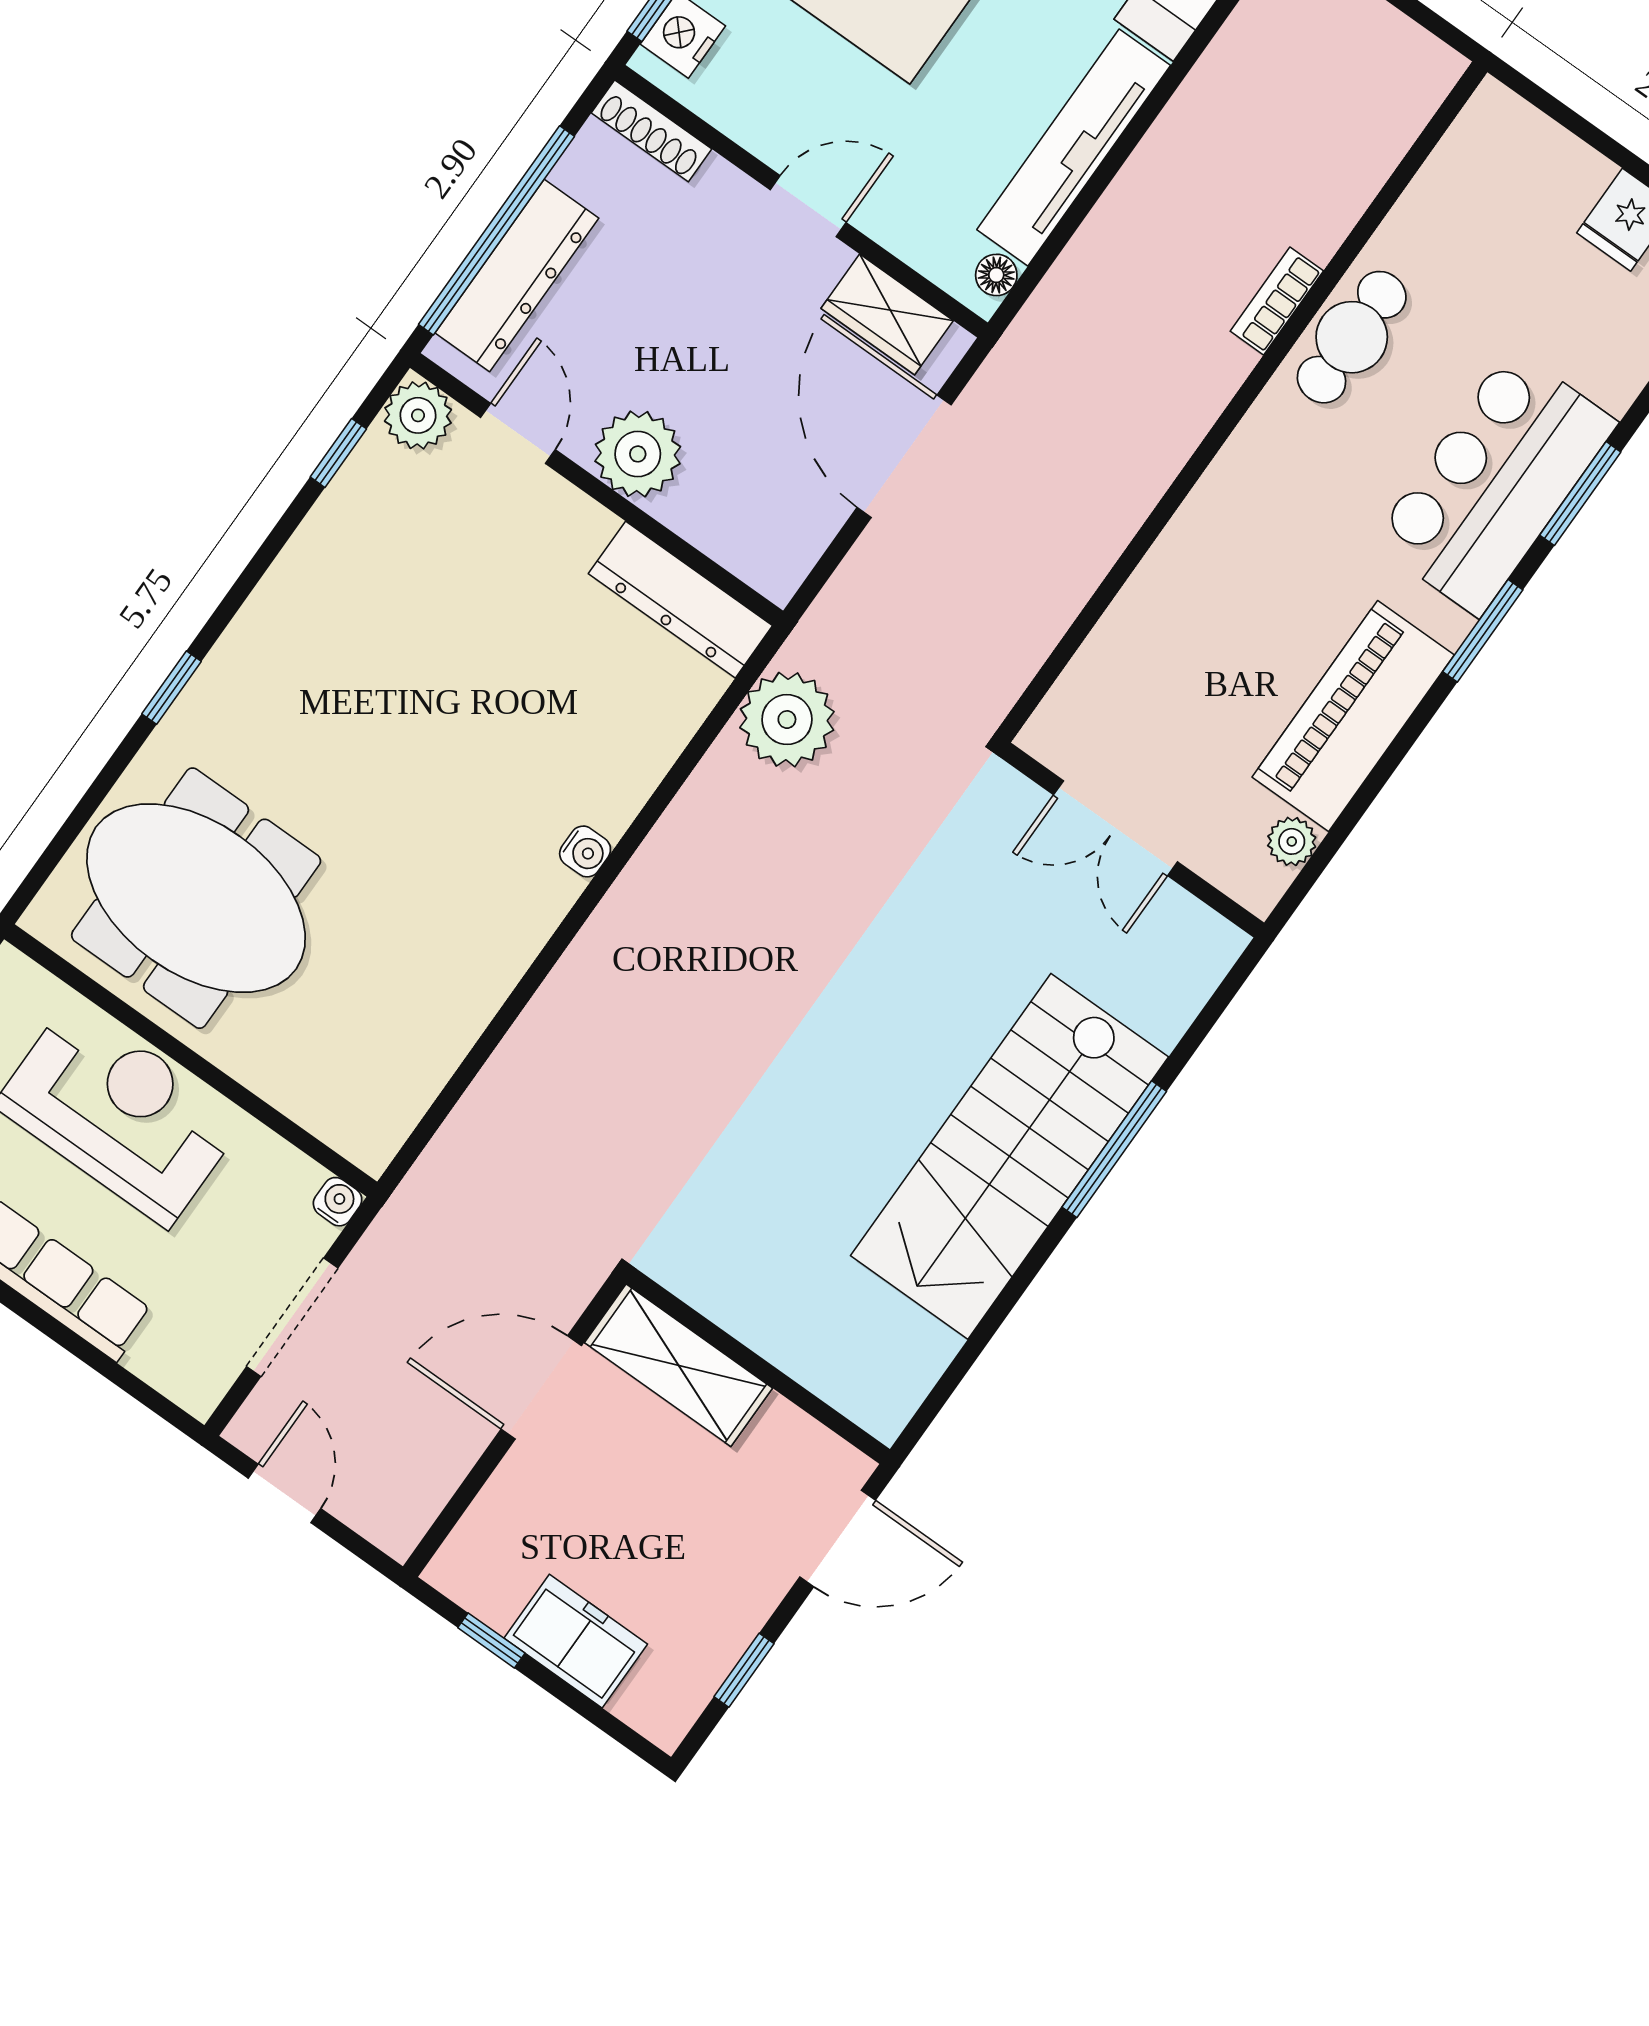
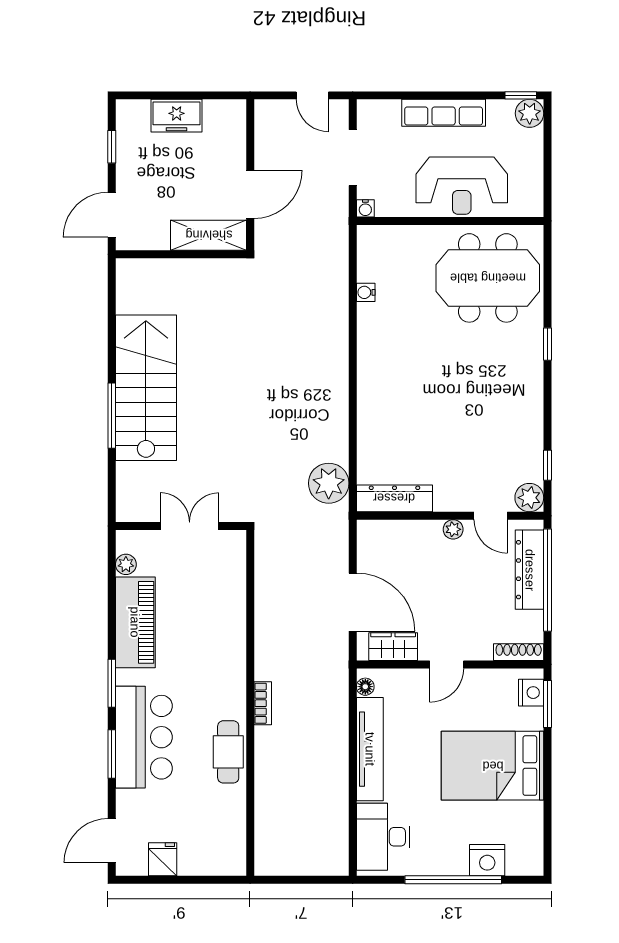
bookcase: (1277, 301) -> (263, 703), moved
plant: (638, 454) -> (453, 529), width x0.53, depth x0.53
water cooler: (585, 851) -> (366, 292), moved
window: (491, 1640) -> (206, 95), removed

